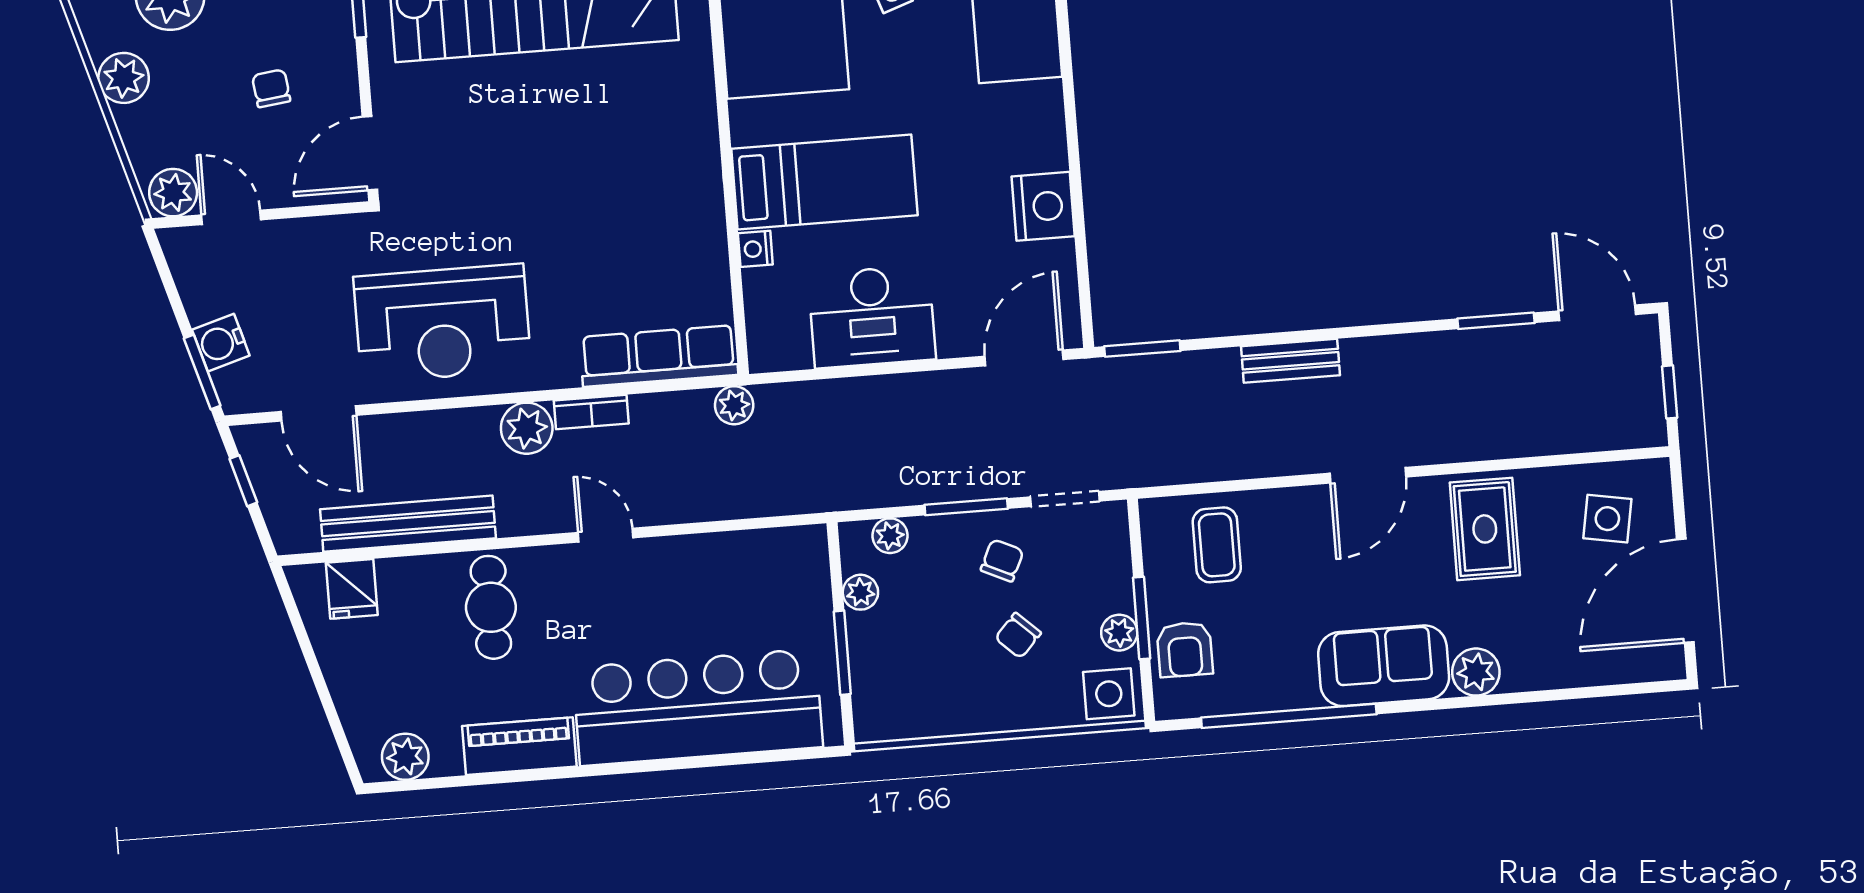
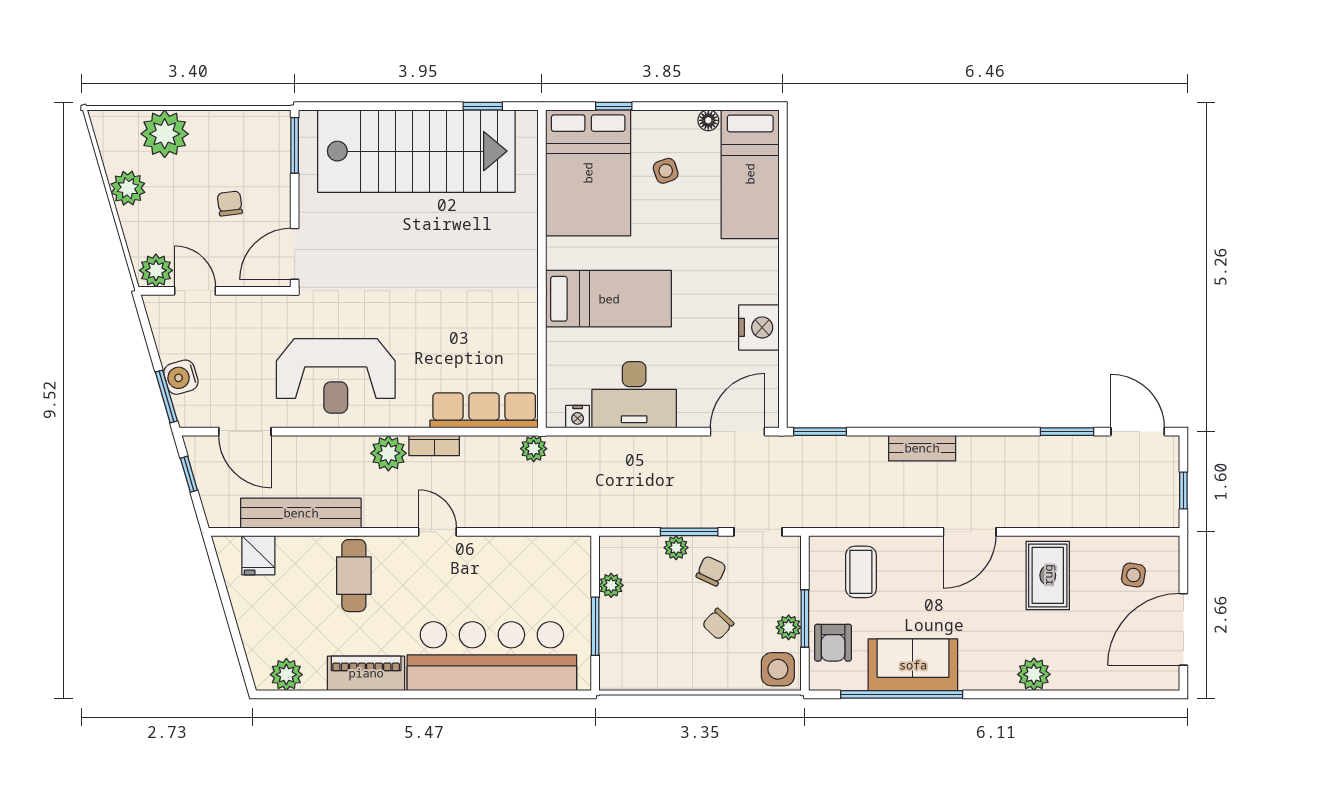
nightstand: (755, 249) -> (578, 417), moved, turned -90
side table: (1607, 519) -> (1133, 575), width x0.73, depth x0.73
plant: (890, 536) -> (676, 548), moved
sofa: (1384, 666) -> (913, 665), moved

